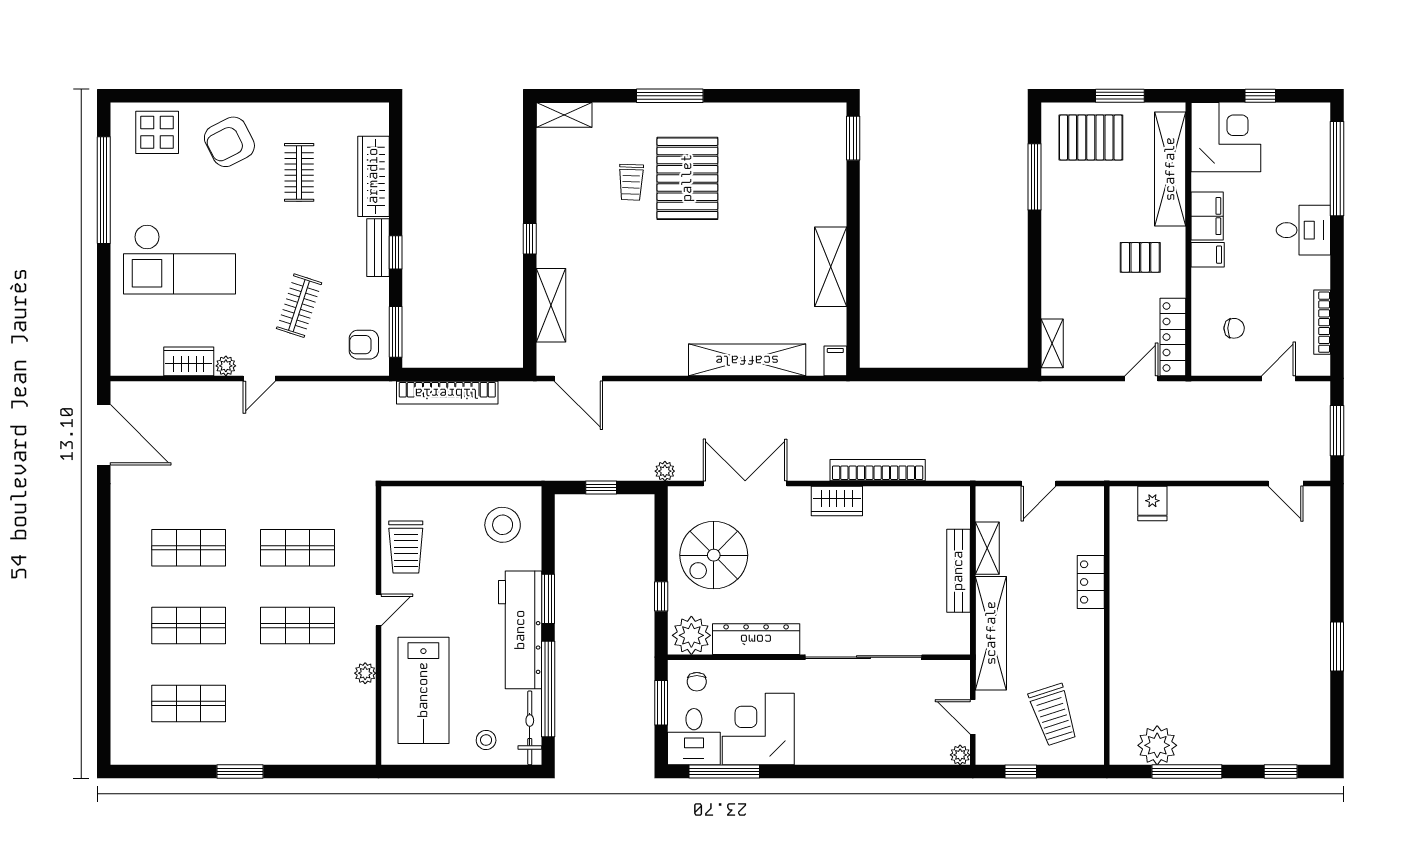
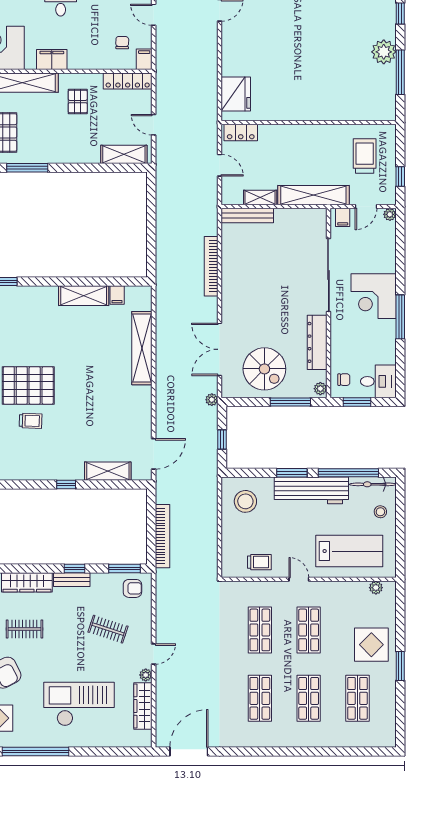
filing cabinet: (1208, 255) -> (144, 59), moved
checkout: (179, 259) -> (79, 704), turned -90
shelving: (1052, 343) -> (124, 154), width x1.50, depth x1.33
armchair: (364, 345) -> (132, 588), turned -90
wardrobe: (189, 361) -> (143, 706), width x1.50
filing cabinet: (835, 361) -> (117, 295), moved, turned -90
door: (259, 378) -> (154, 654), hinge flipped
door: (1141, 378) -> (154, 125), moved
wardrobe: (837, 501) -> (231, 292), removed
fridge: (1152, 504) -> (236, 94), width x1.88, depth x1.34
trolley: (406, 547) -> (259, 562), width x0.73, depth x0.72
bench: (958, 571) -> (247, 215), moved
locker: (1091, 582) -> (241, 132), moved
window: (661, 596) -> (290, 402), width x2.17
plant: (691, 635) -> (320, 389), width x0.53, depth x0.53
plant: (365, 673) -> (376, 588), moved
filing cabinet: (955, 680) -> (343, 217), added
trolley: (1053, 715) -> (365, 156), turned -72
display table: (274, 726) -> (371, 645), added
corner desk: (758, 729) -> (374, 296), moved
plant: (1157, 745) -> (384, 52), moved
window: (724, 772) -> (400, 317), moved

